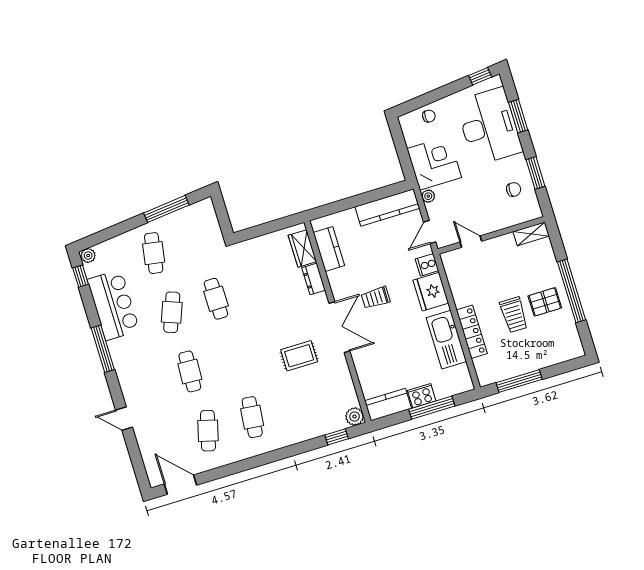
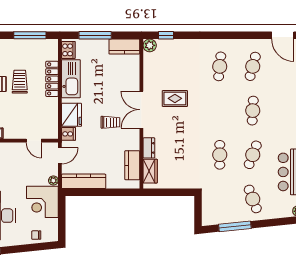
cafe table: (154, 253) -> (253, 199), turned -30
cooker: (422, 396) -> (68, 50), moved, turned -90

